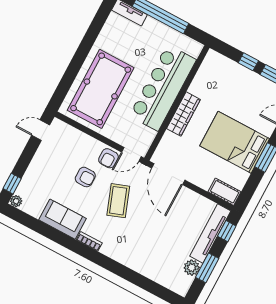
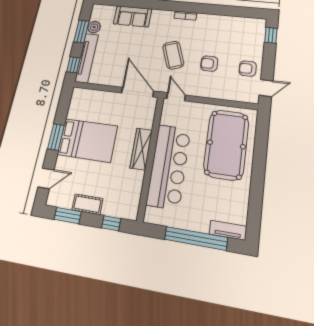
window: (248, 62) -> (111, 223), moved
door: (131, 154) -> (176, 97), hinge flipped
armchair: (108, 158) -> (248, 69), moved, turned -90
cot: (225, 192) -> (87, 204), moved
plant: (16, 201) -> (261, 23), removed
sofa: (62, 219) -> (133, 16), moved

